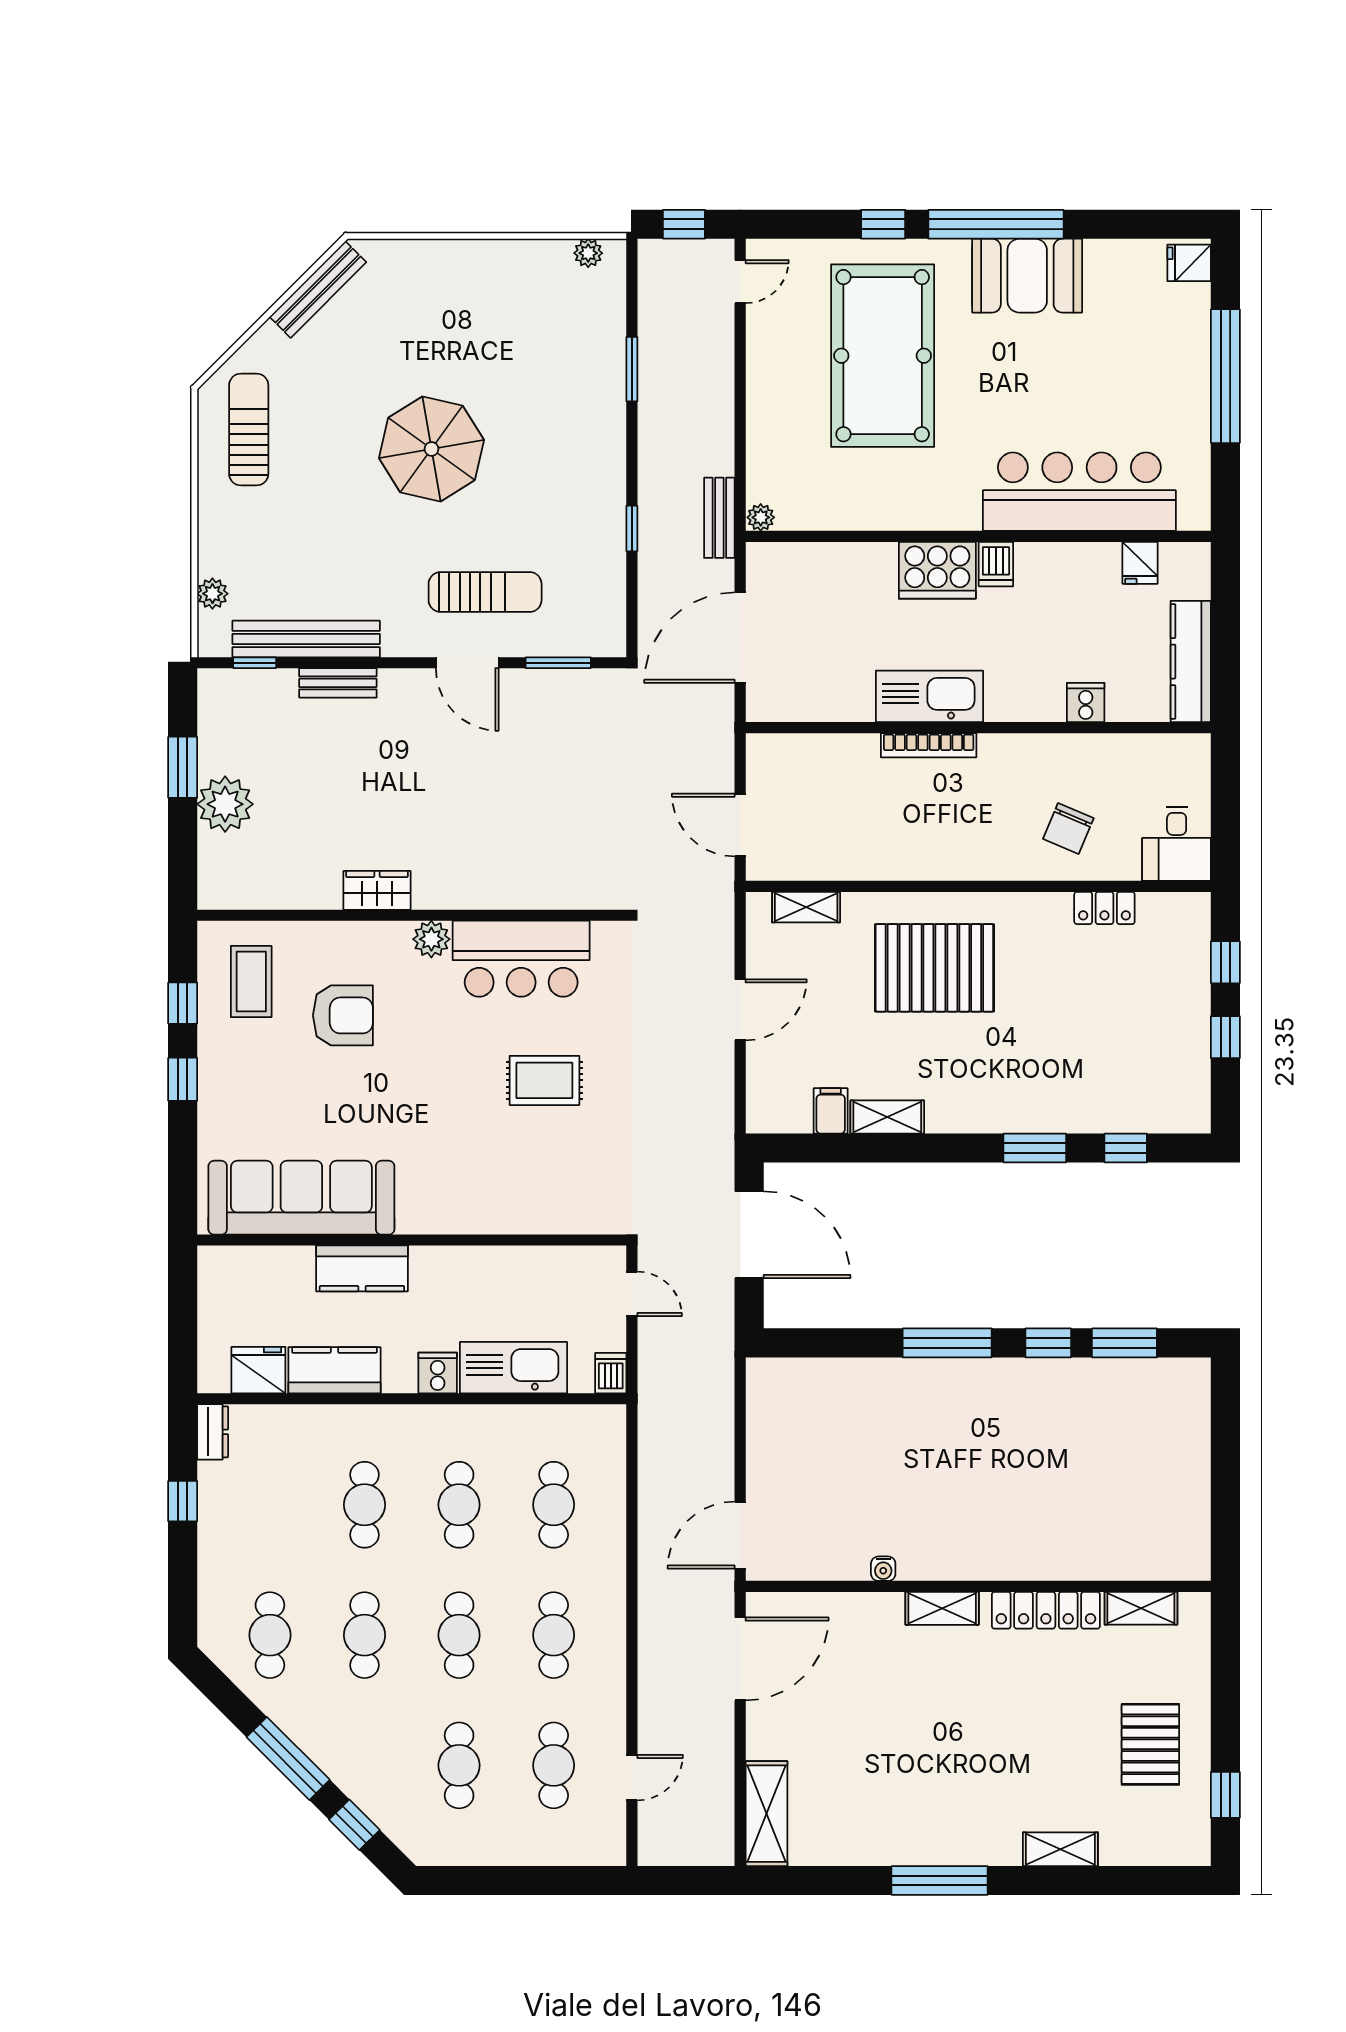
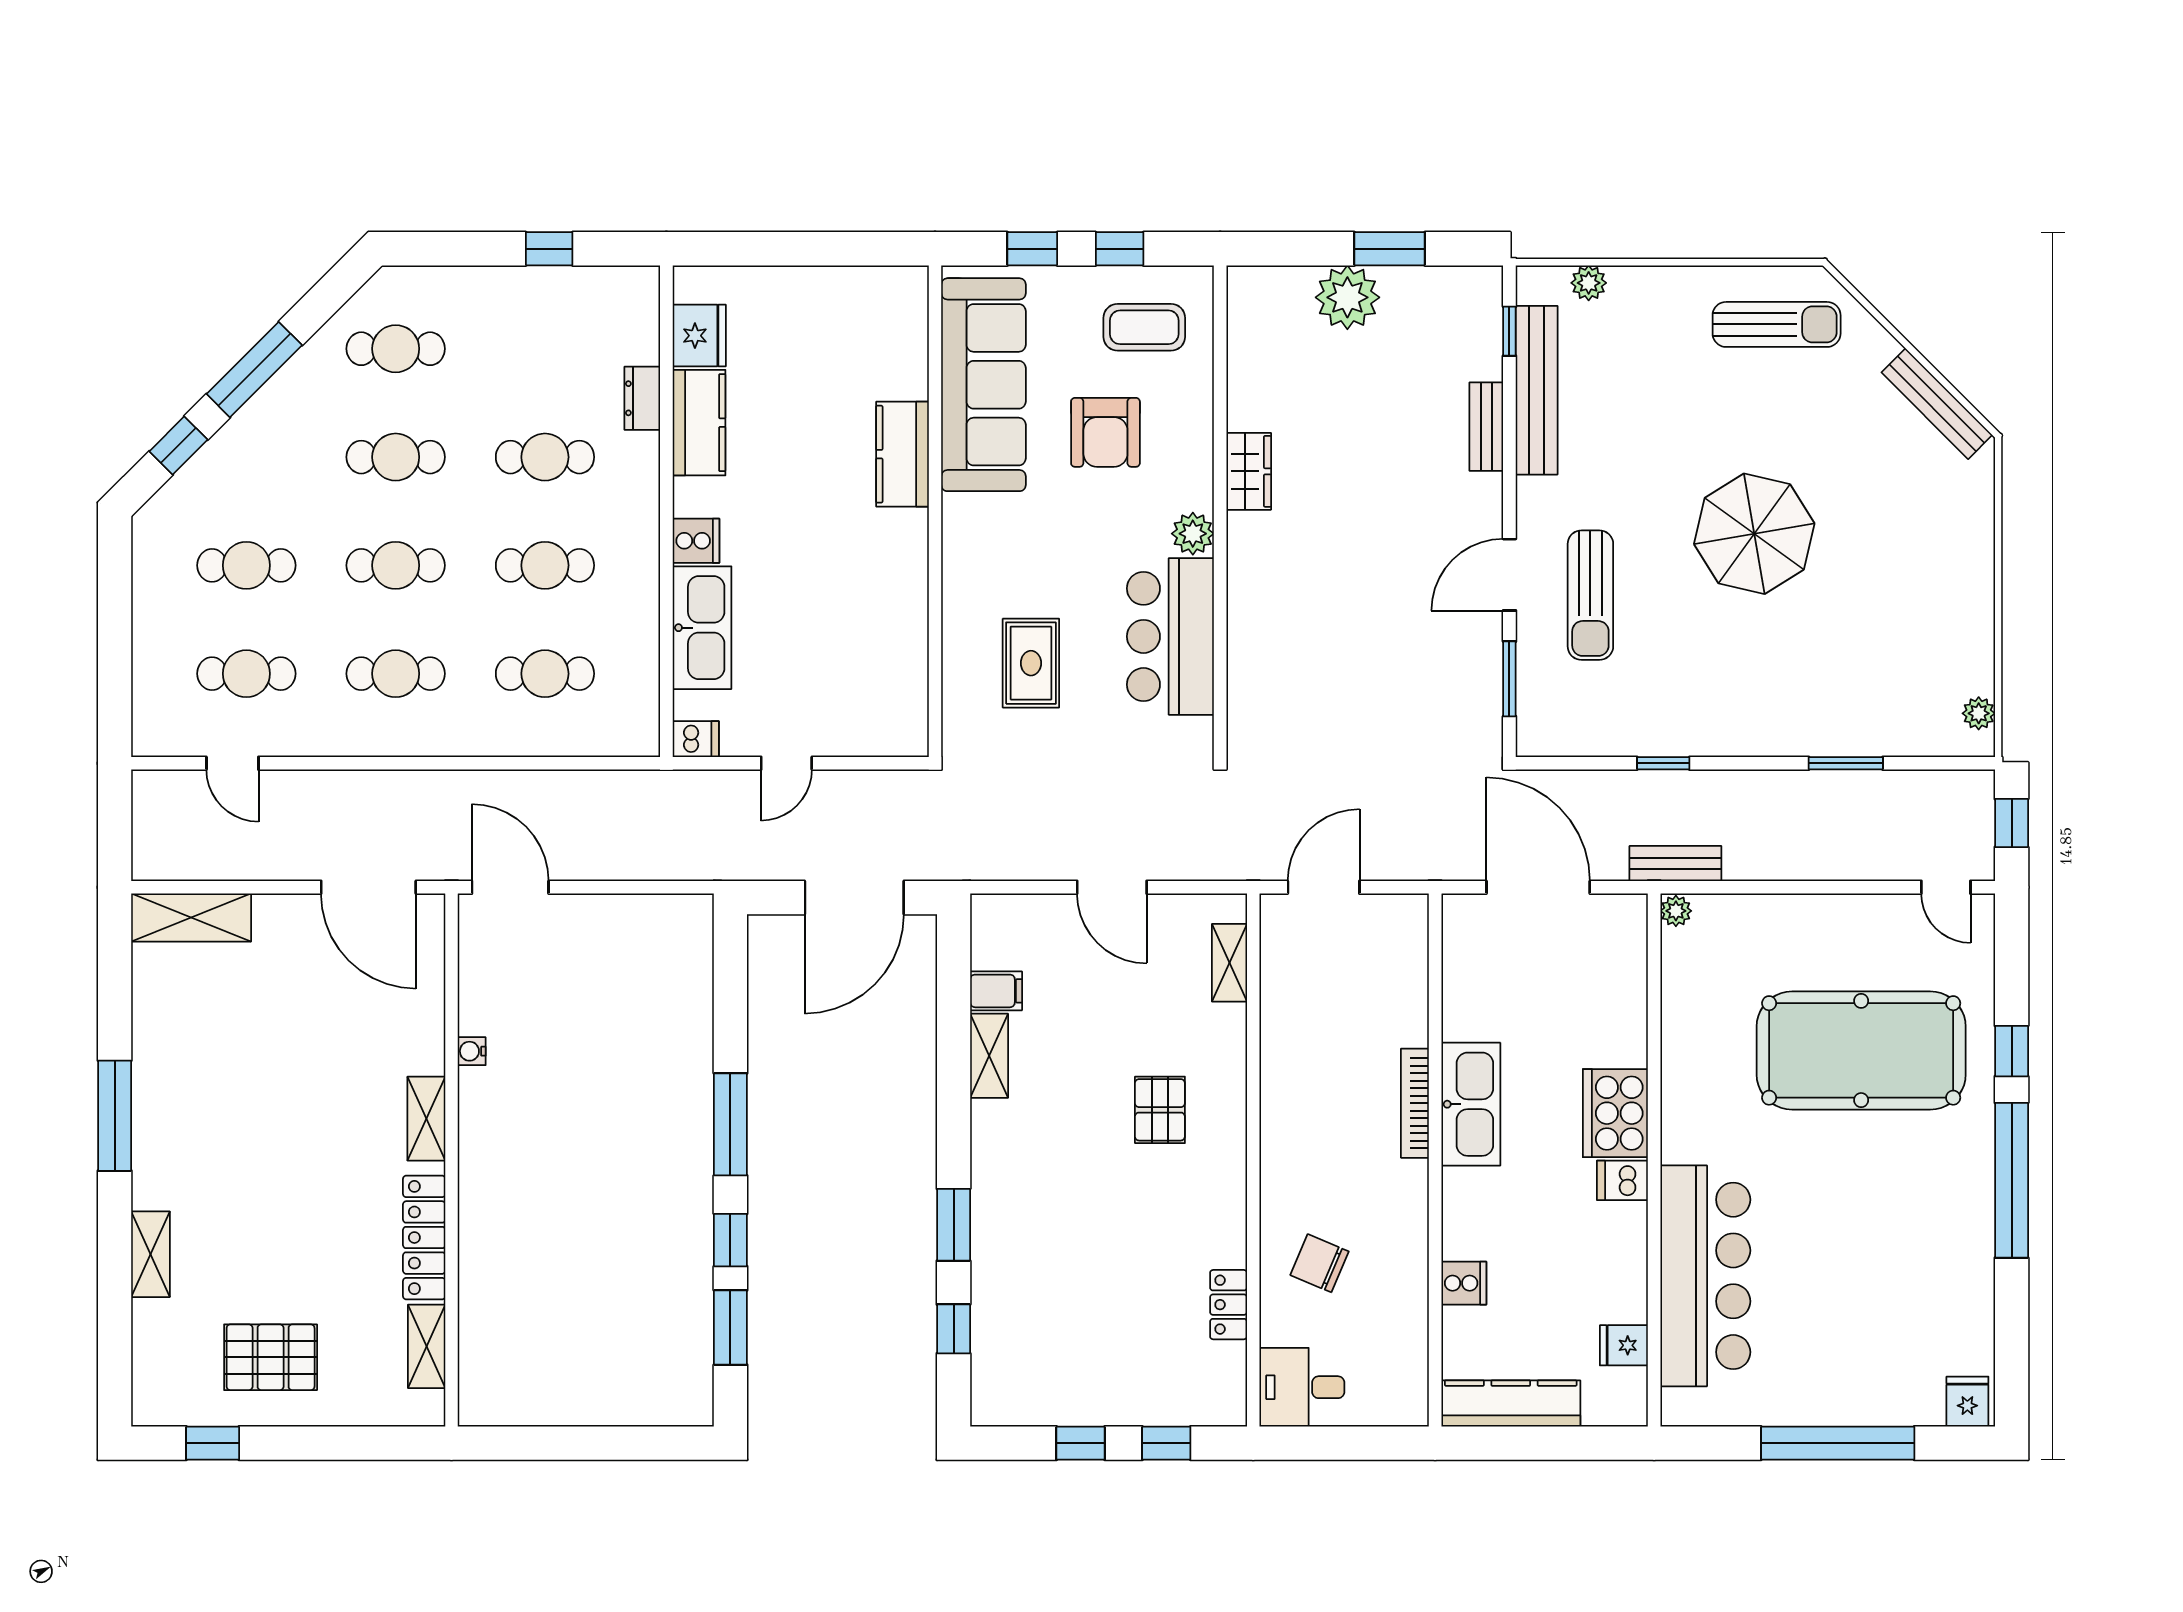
booth: (1027, 276) -> (1953, 1216), removed
pallet: (934, 968) -> (1160, 1110), width x0.49, depth x0.50
sofa: (301, 1198) -> (983, 385), moved
wall: (412, 1240) -> (935, 511), moved
kitchen counter: (362, 1268) -> (902, 454), moved
dresser: (213, 1432) -> (642, 398), moved, turned 90

